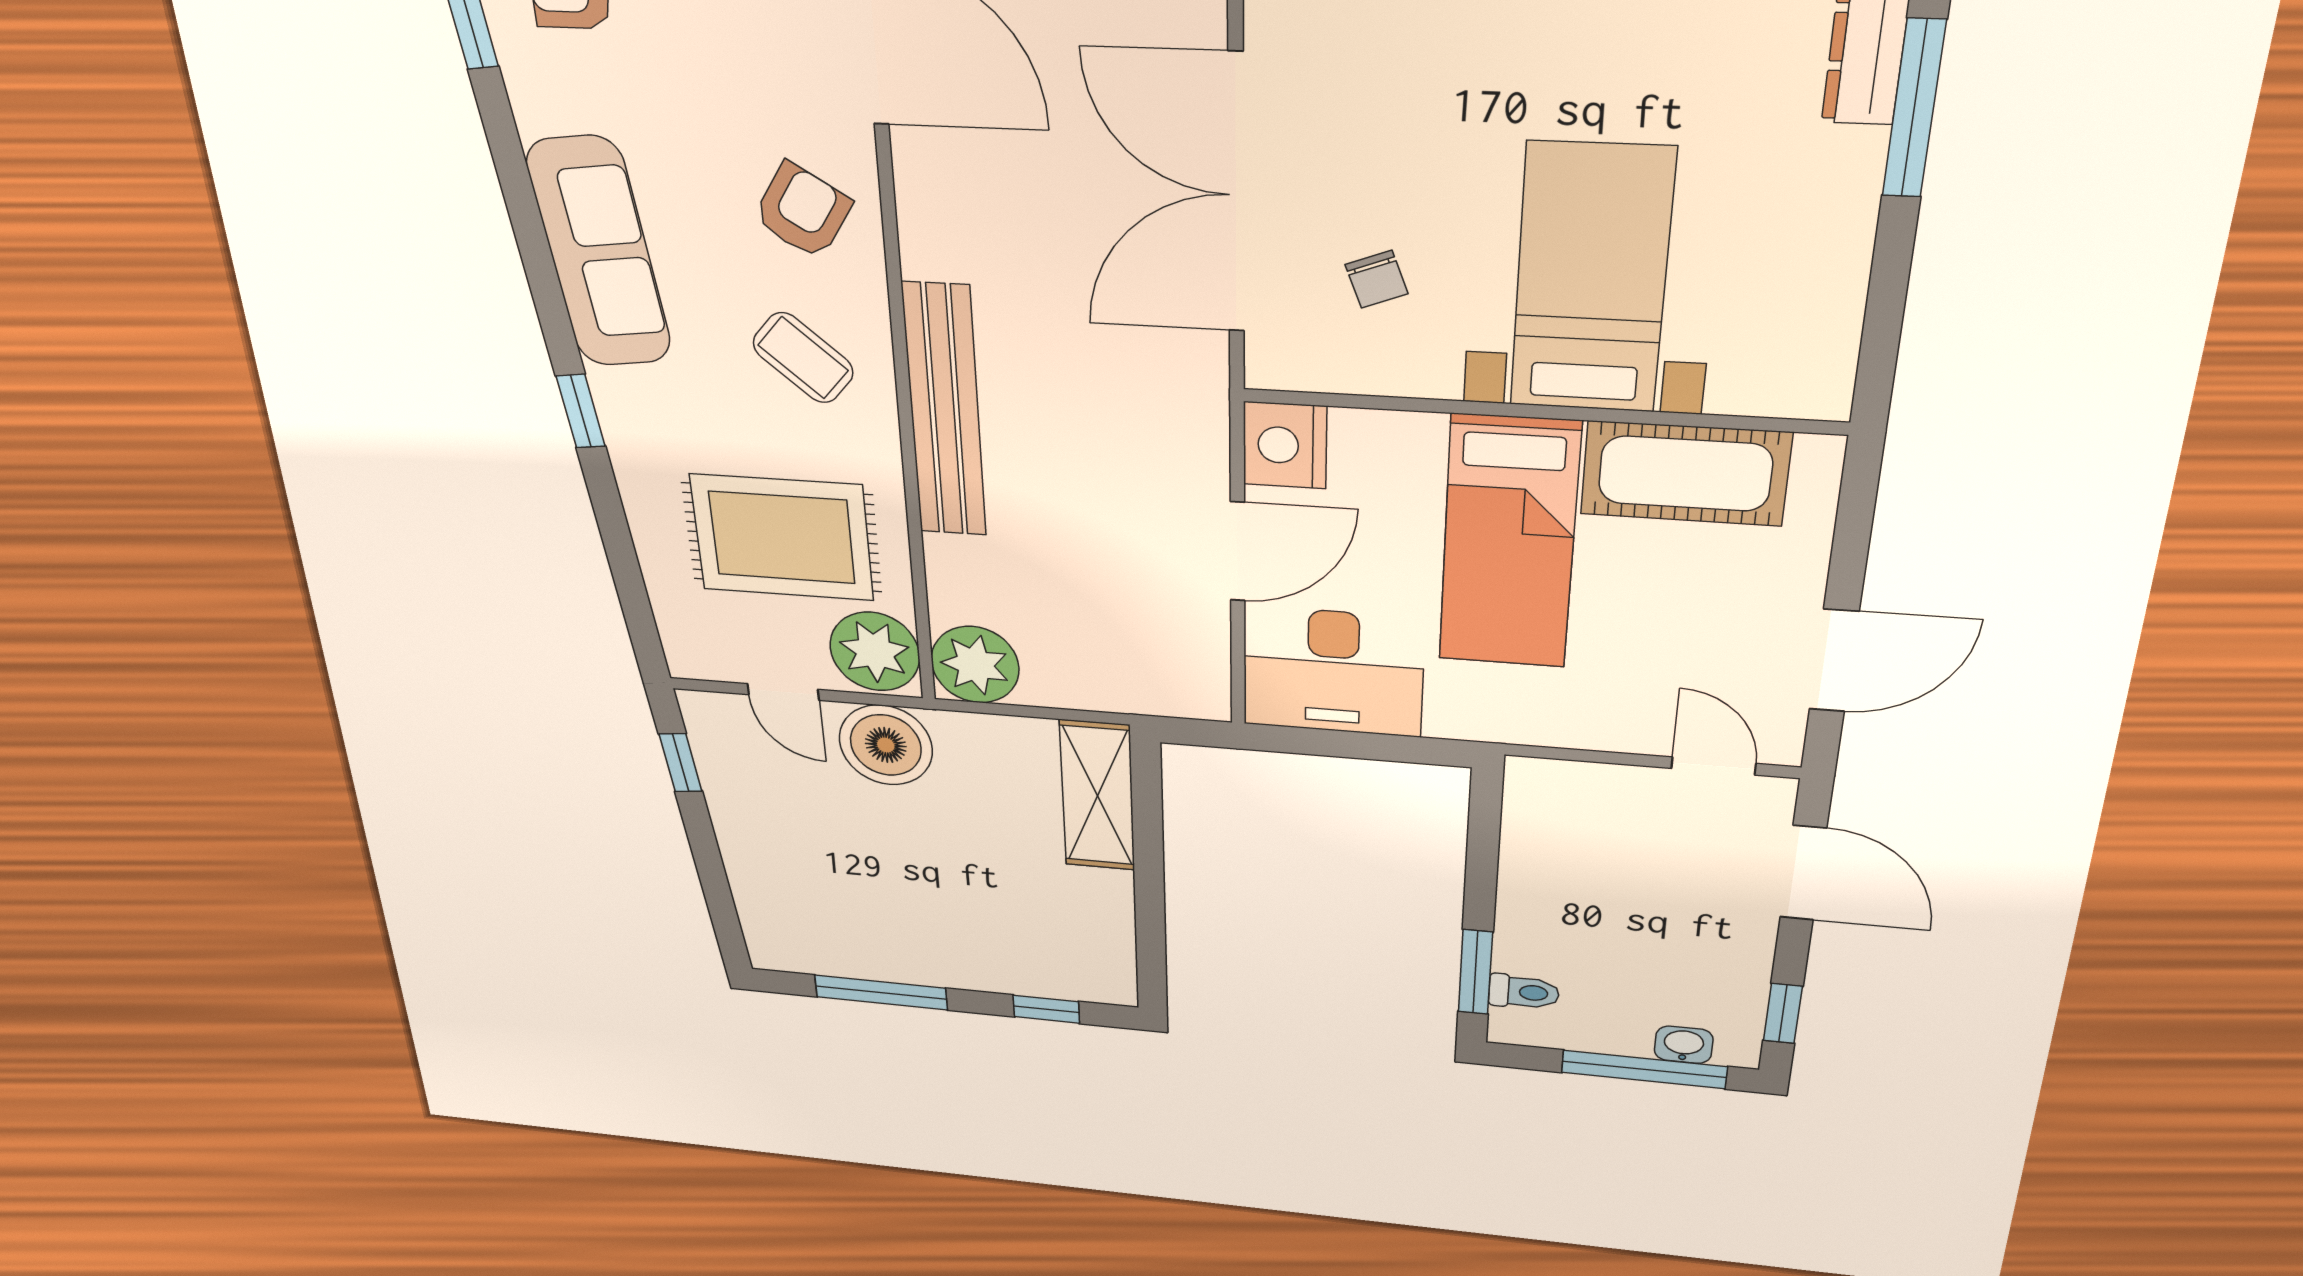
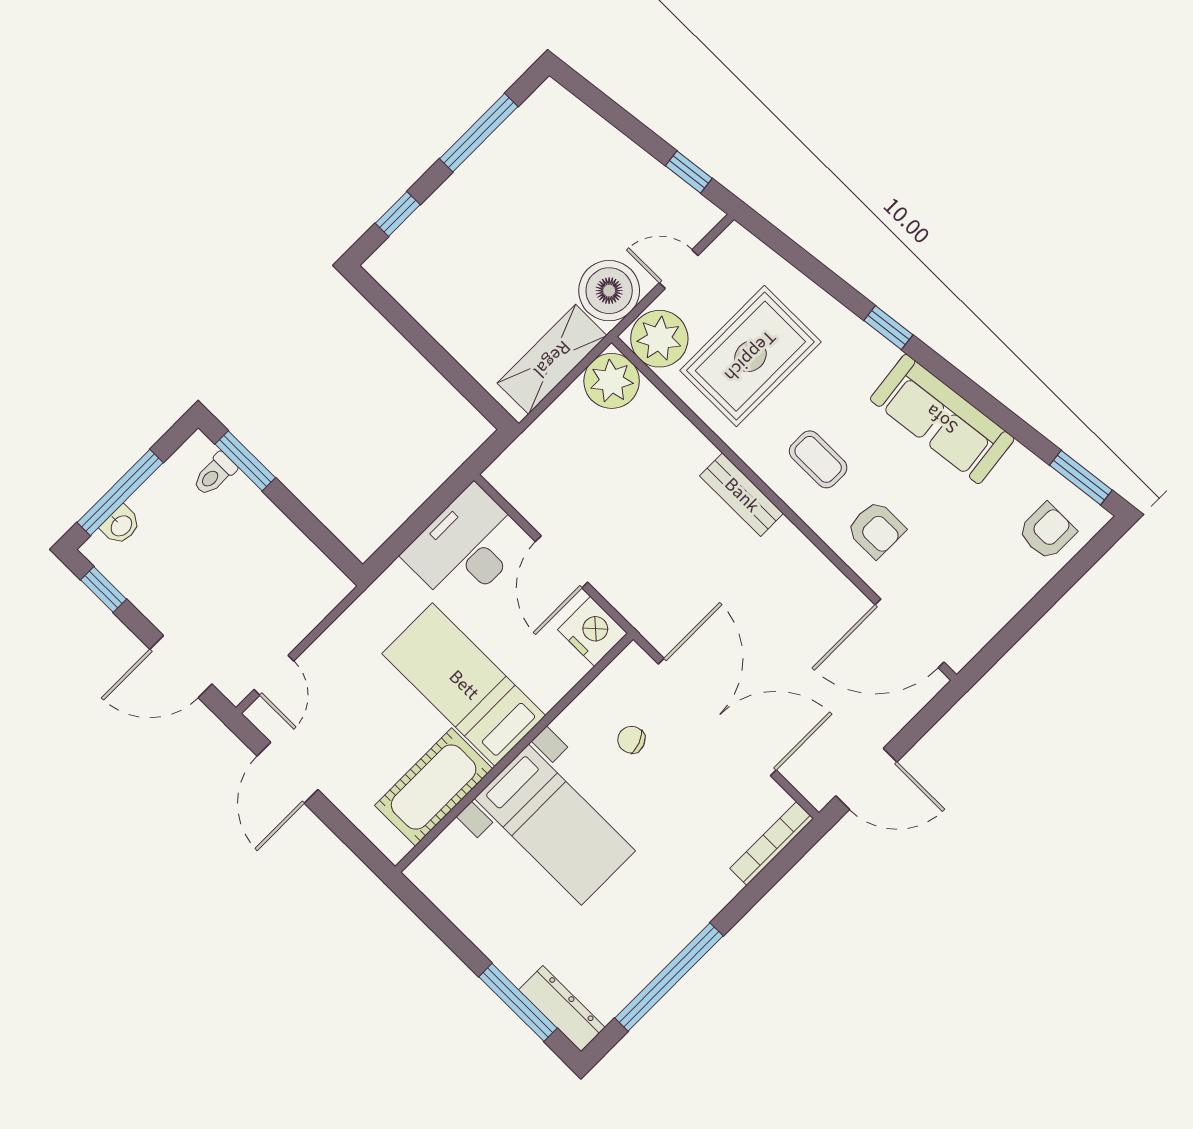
armchair: (803, 211) -> (876, 529), turned -32
coffee table: (803, 358) -> (818, 459), turned 49
bench: (945, 411) -> (742, 495), width x0.54, depth x0.82
door: (1714, 766) -> (274, 675), hinge flipped
shelving: (1097, 796) -> (552, 359), moved, turned 90

